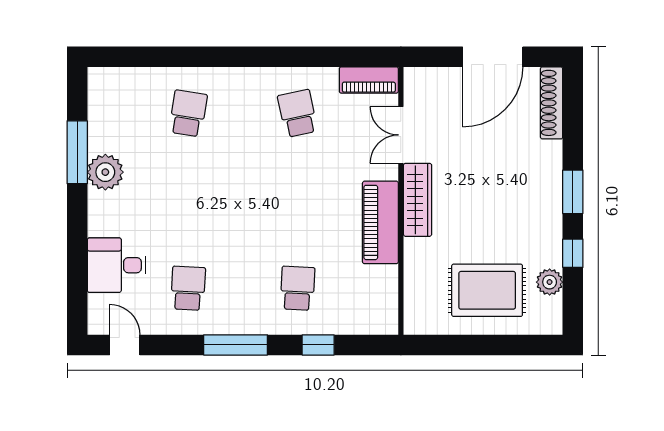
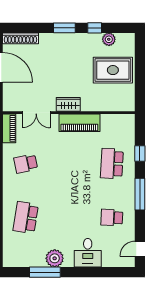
school desk: (188, 113) -> (26, 218), width x1.85
wardrobe: (418, 200) -> (68, 104), width x0.67
desk: (117, 265) -> (88, 253), moved
school desk: (298, 288) -> (112, 164), width x1.85
rug: (487, 290) -> (113, 70), turned 90

